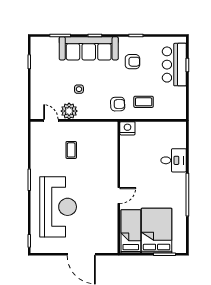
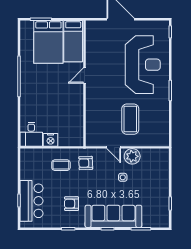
door: (51, 120) -> (114, 147), moved
nightstand: (127, 128) -> (51, 140), moved
coffee table: (71, 150) -> (130, 119), width x1.86, depth x1.72
desk: (174, 160) -> (31, 134), moved, turned -90
reception desk: (58, 207) -> (143, 65), turned 180

